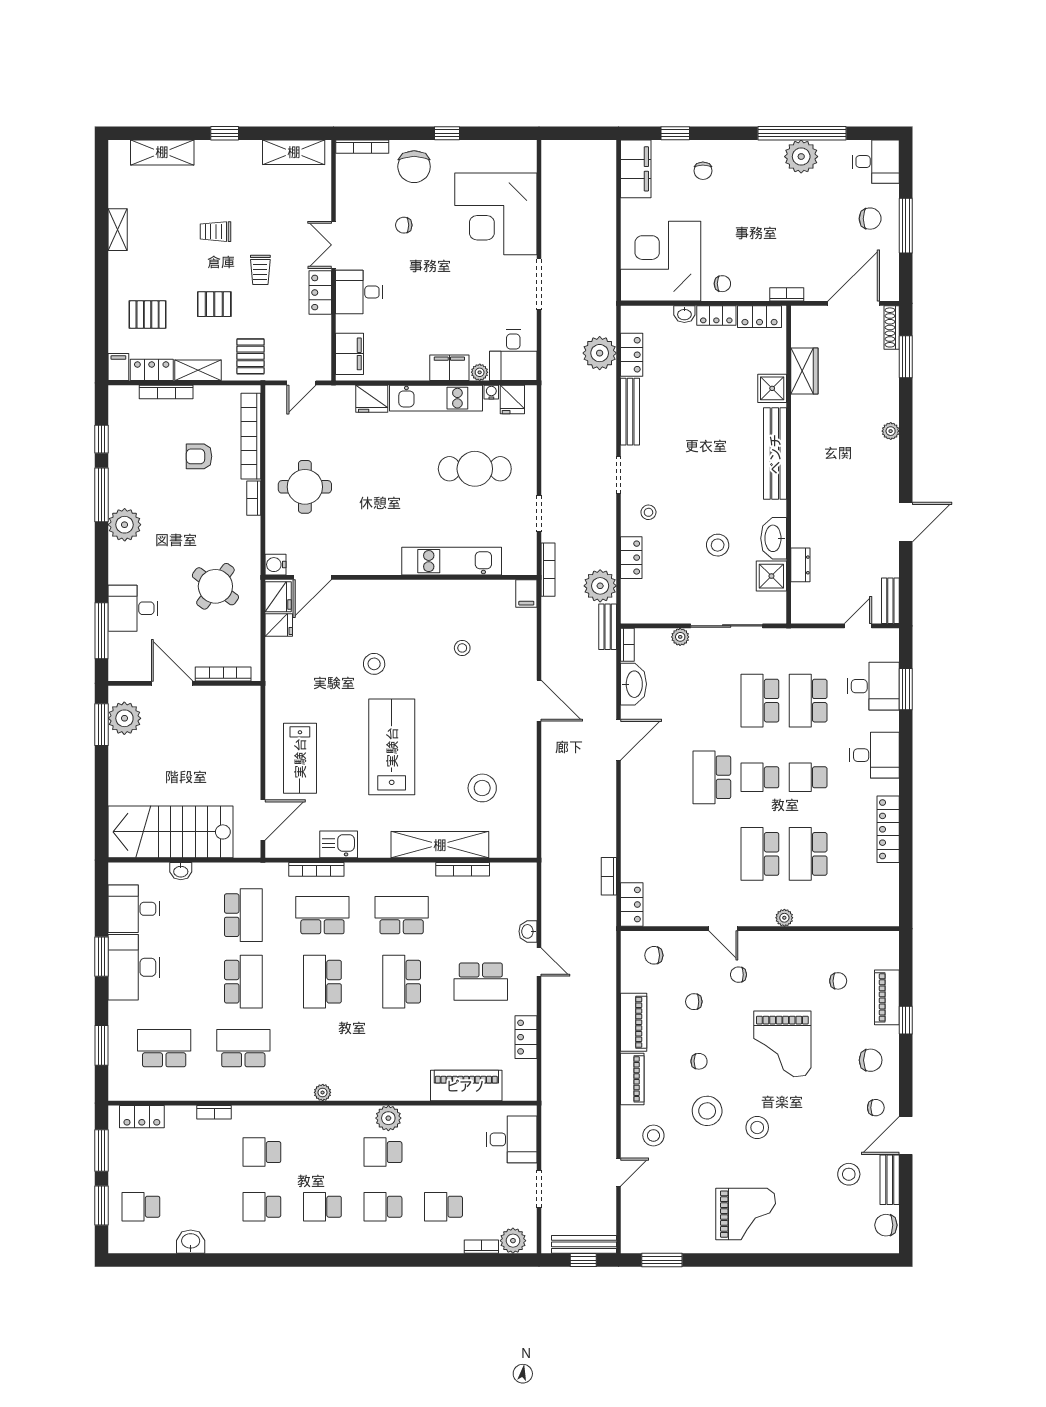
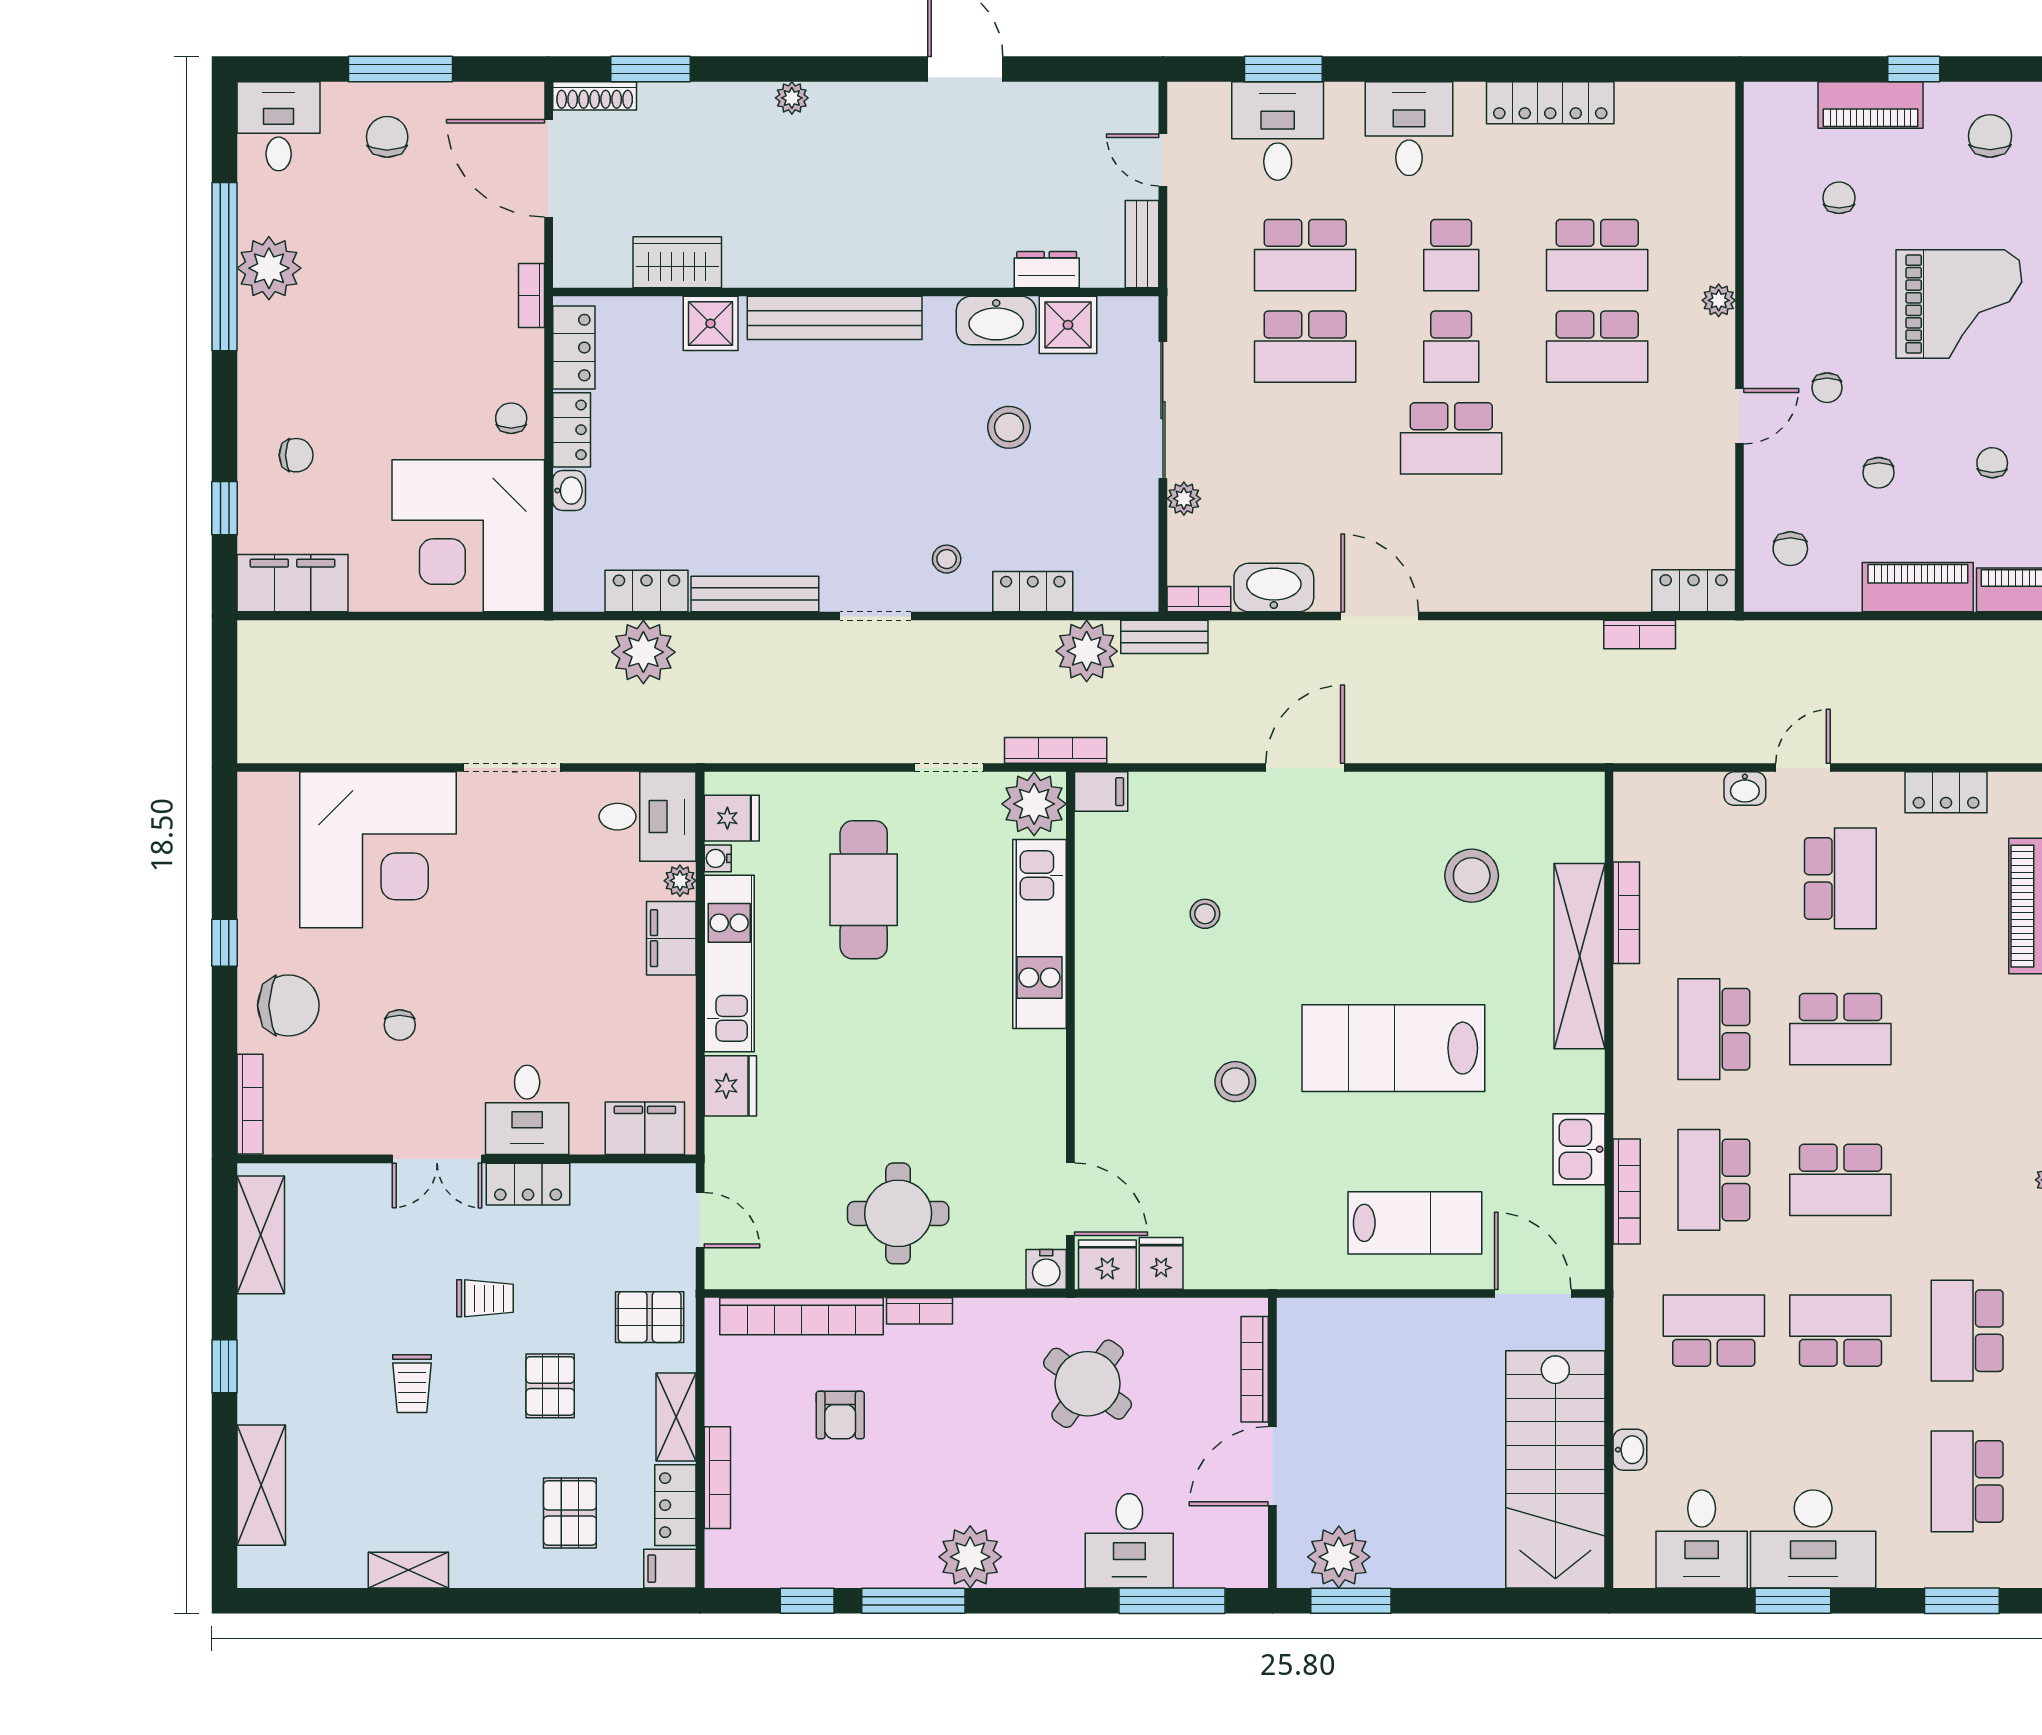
plant: (520, 558) -> (1034, 804), added
bench: (890, 601) -> (1142, 244), moved, turned 90

